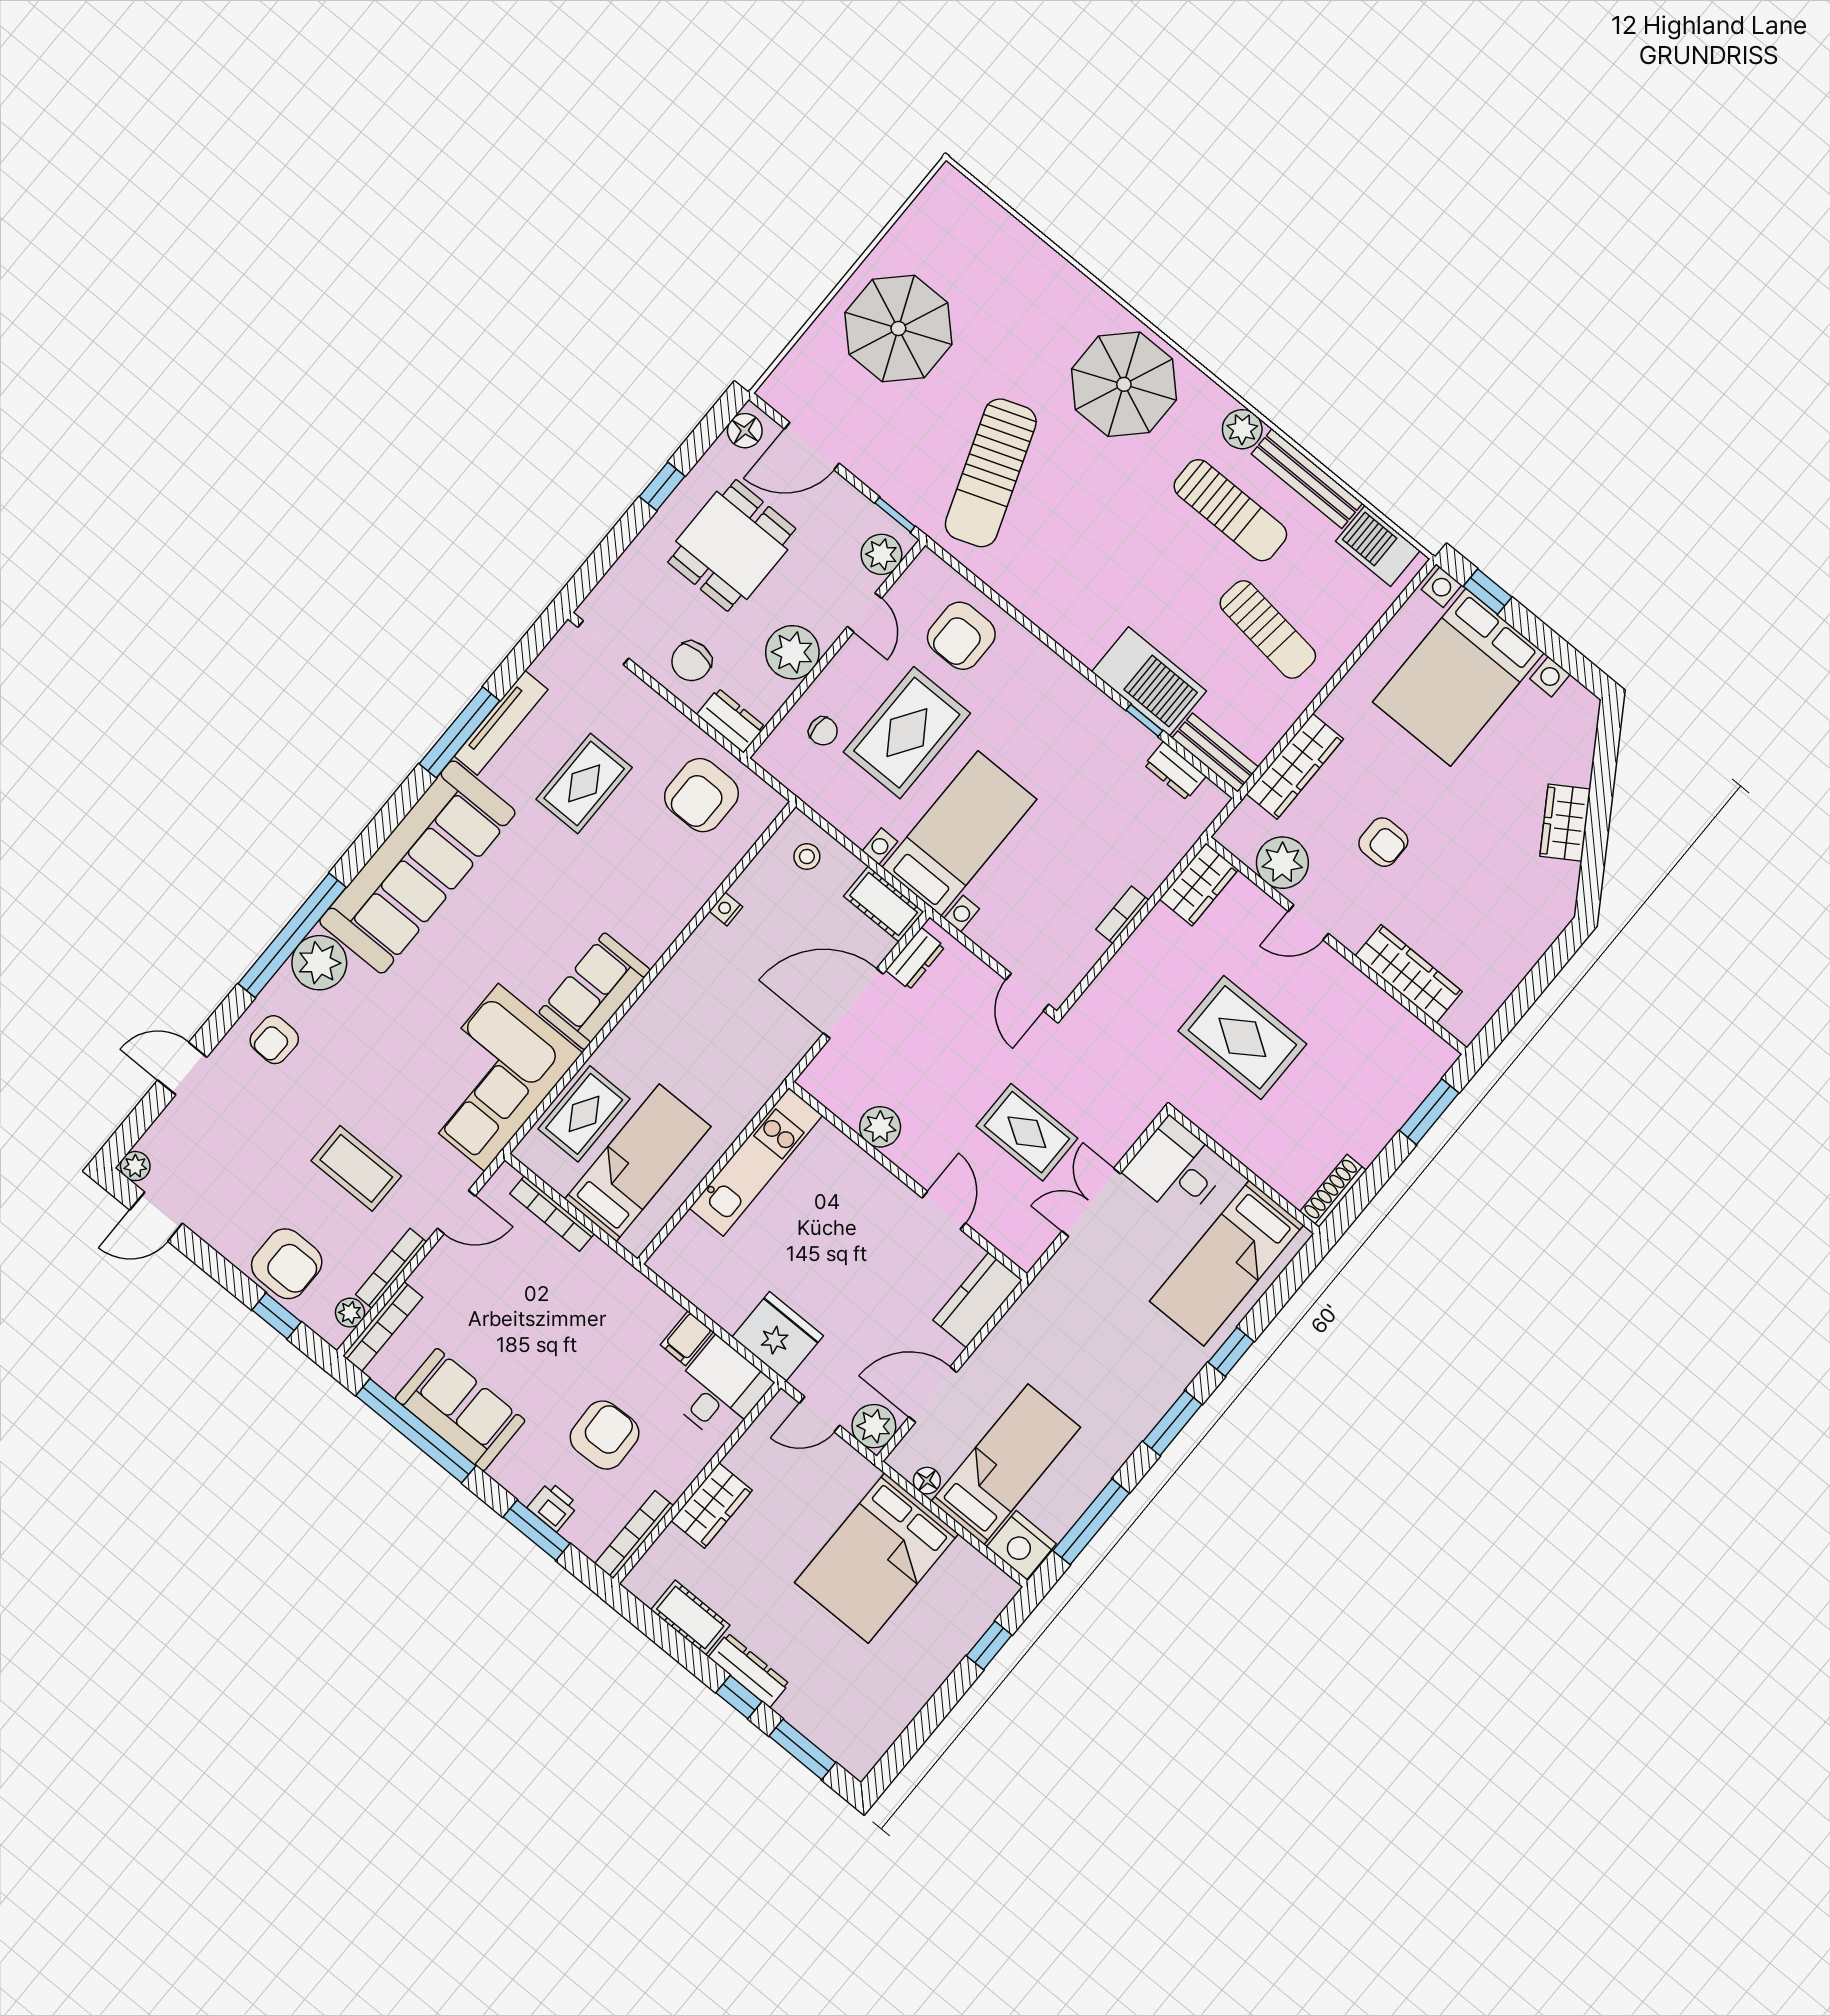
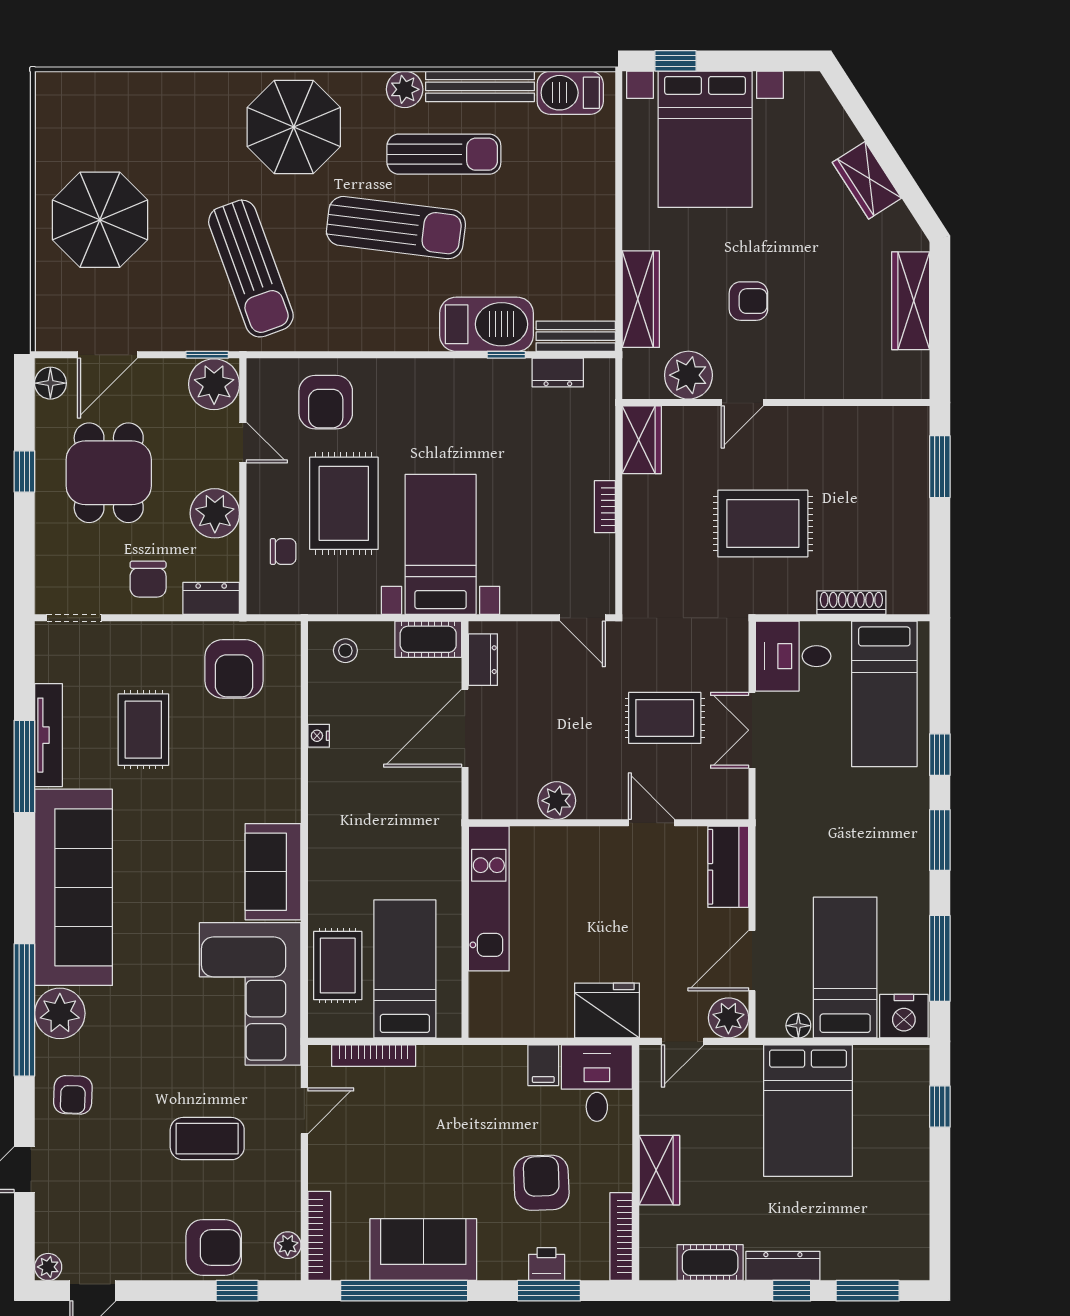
plant: (881, 554) -> (214, 384), width x1.36, depth x1.36
sun lounger: (1268, 630) -> (396, 228), moved, width x1.36, depth x1.34
wardrobe: (1409, 974) -> (911, 301), moved, turned -90
shoe rack: (1333, 1191) -> (851, 603), moved, turned 90
bookcase: (391, 1268) -> (291, 1189), removed

